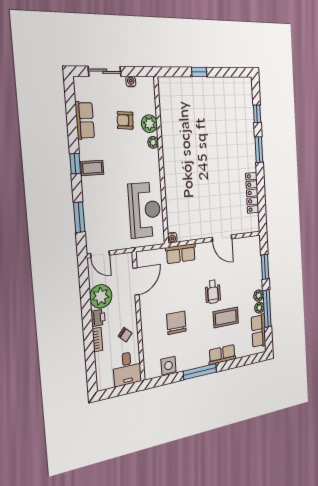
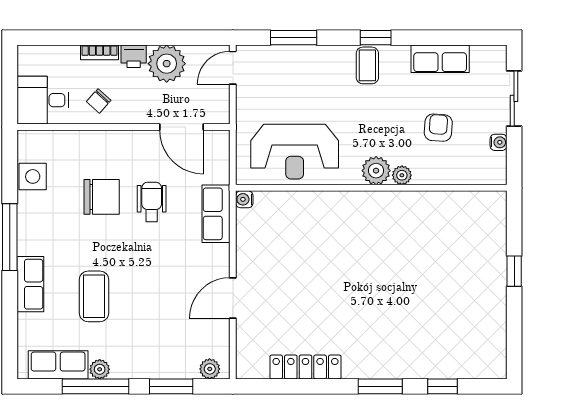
plant: (149, 124) -> (376, 171), moved
wheelchair: (213, 292) -> (152, 202), moved, turned 90
plant: (259, 296) -> (210, 369), moved

